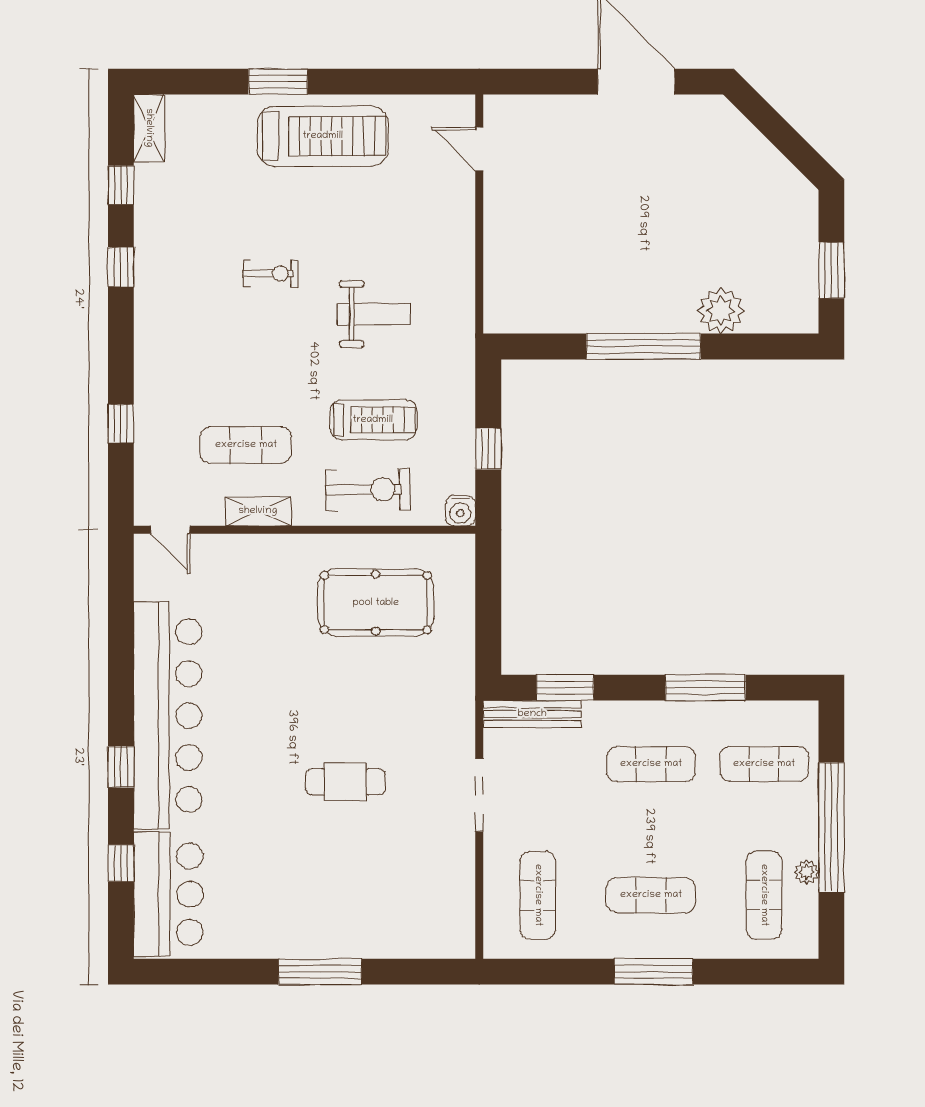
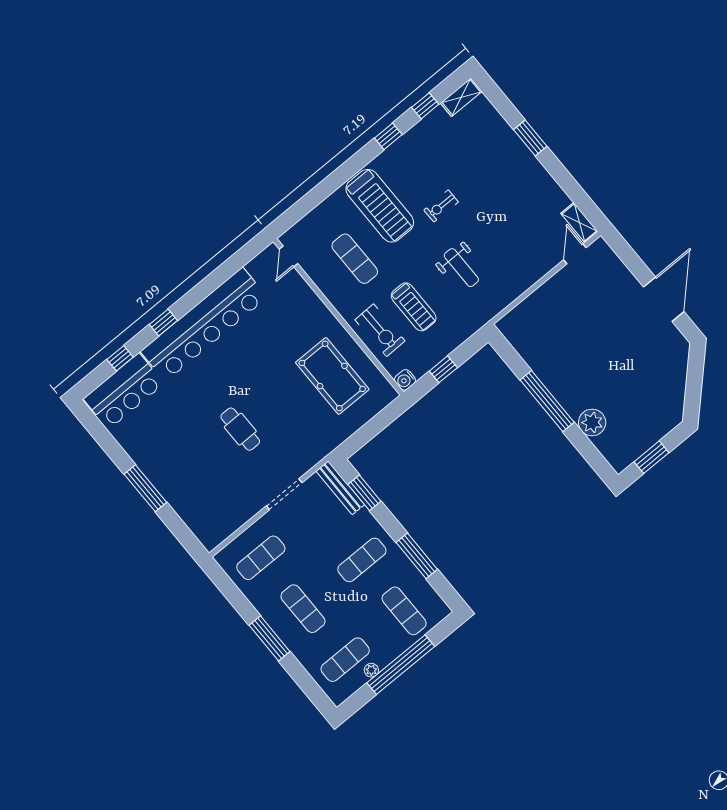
treadmill: (323, 136) -> (380, 206), moved
exercise bike: (270, 273) -> (441, 206), turned 90
window: (121, 424) -> (318, 195), removed
shelving: (258, 511) -> (579, 222), moved
exercise mat: (651, 764) -> (362, 560), turned 90

